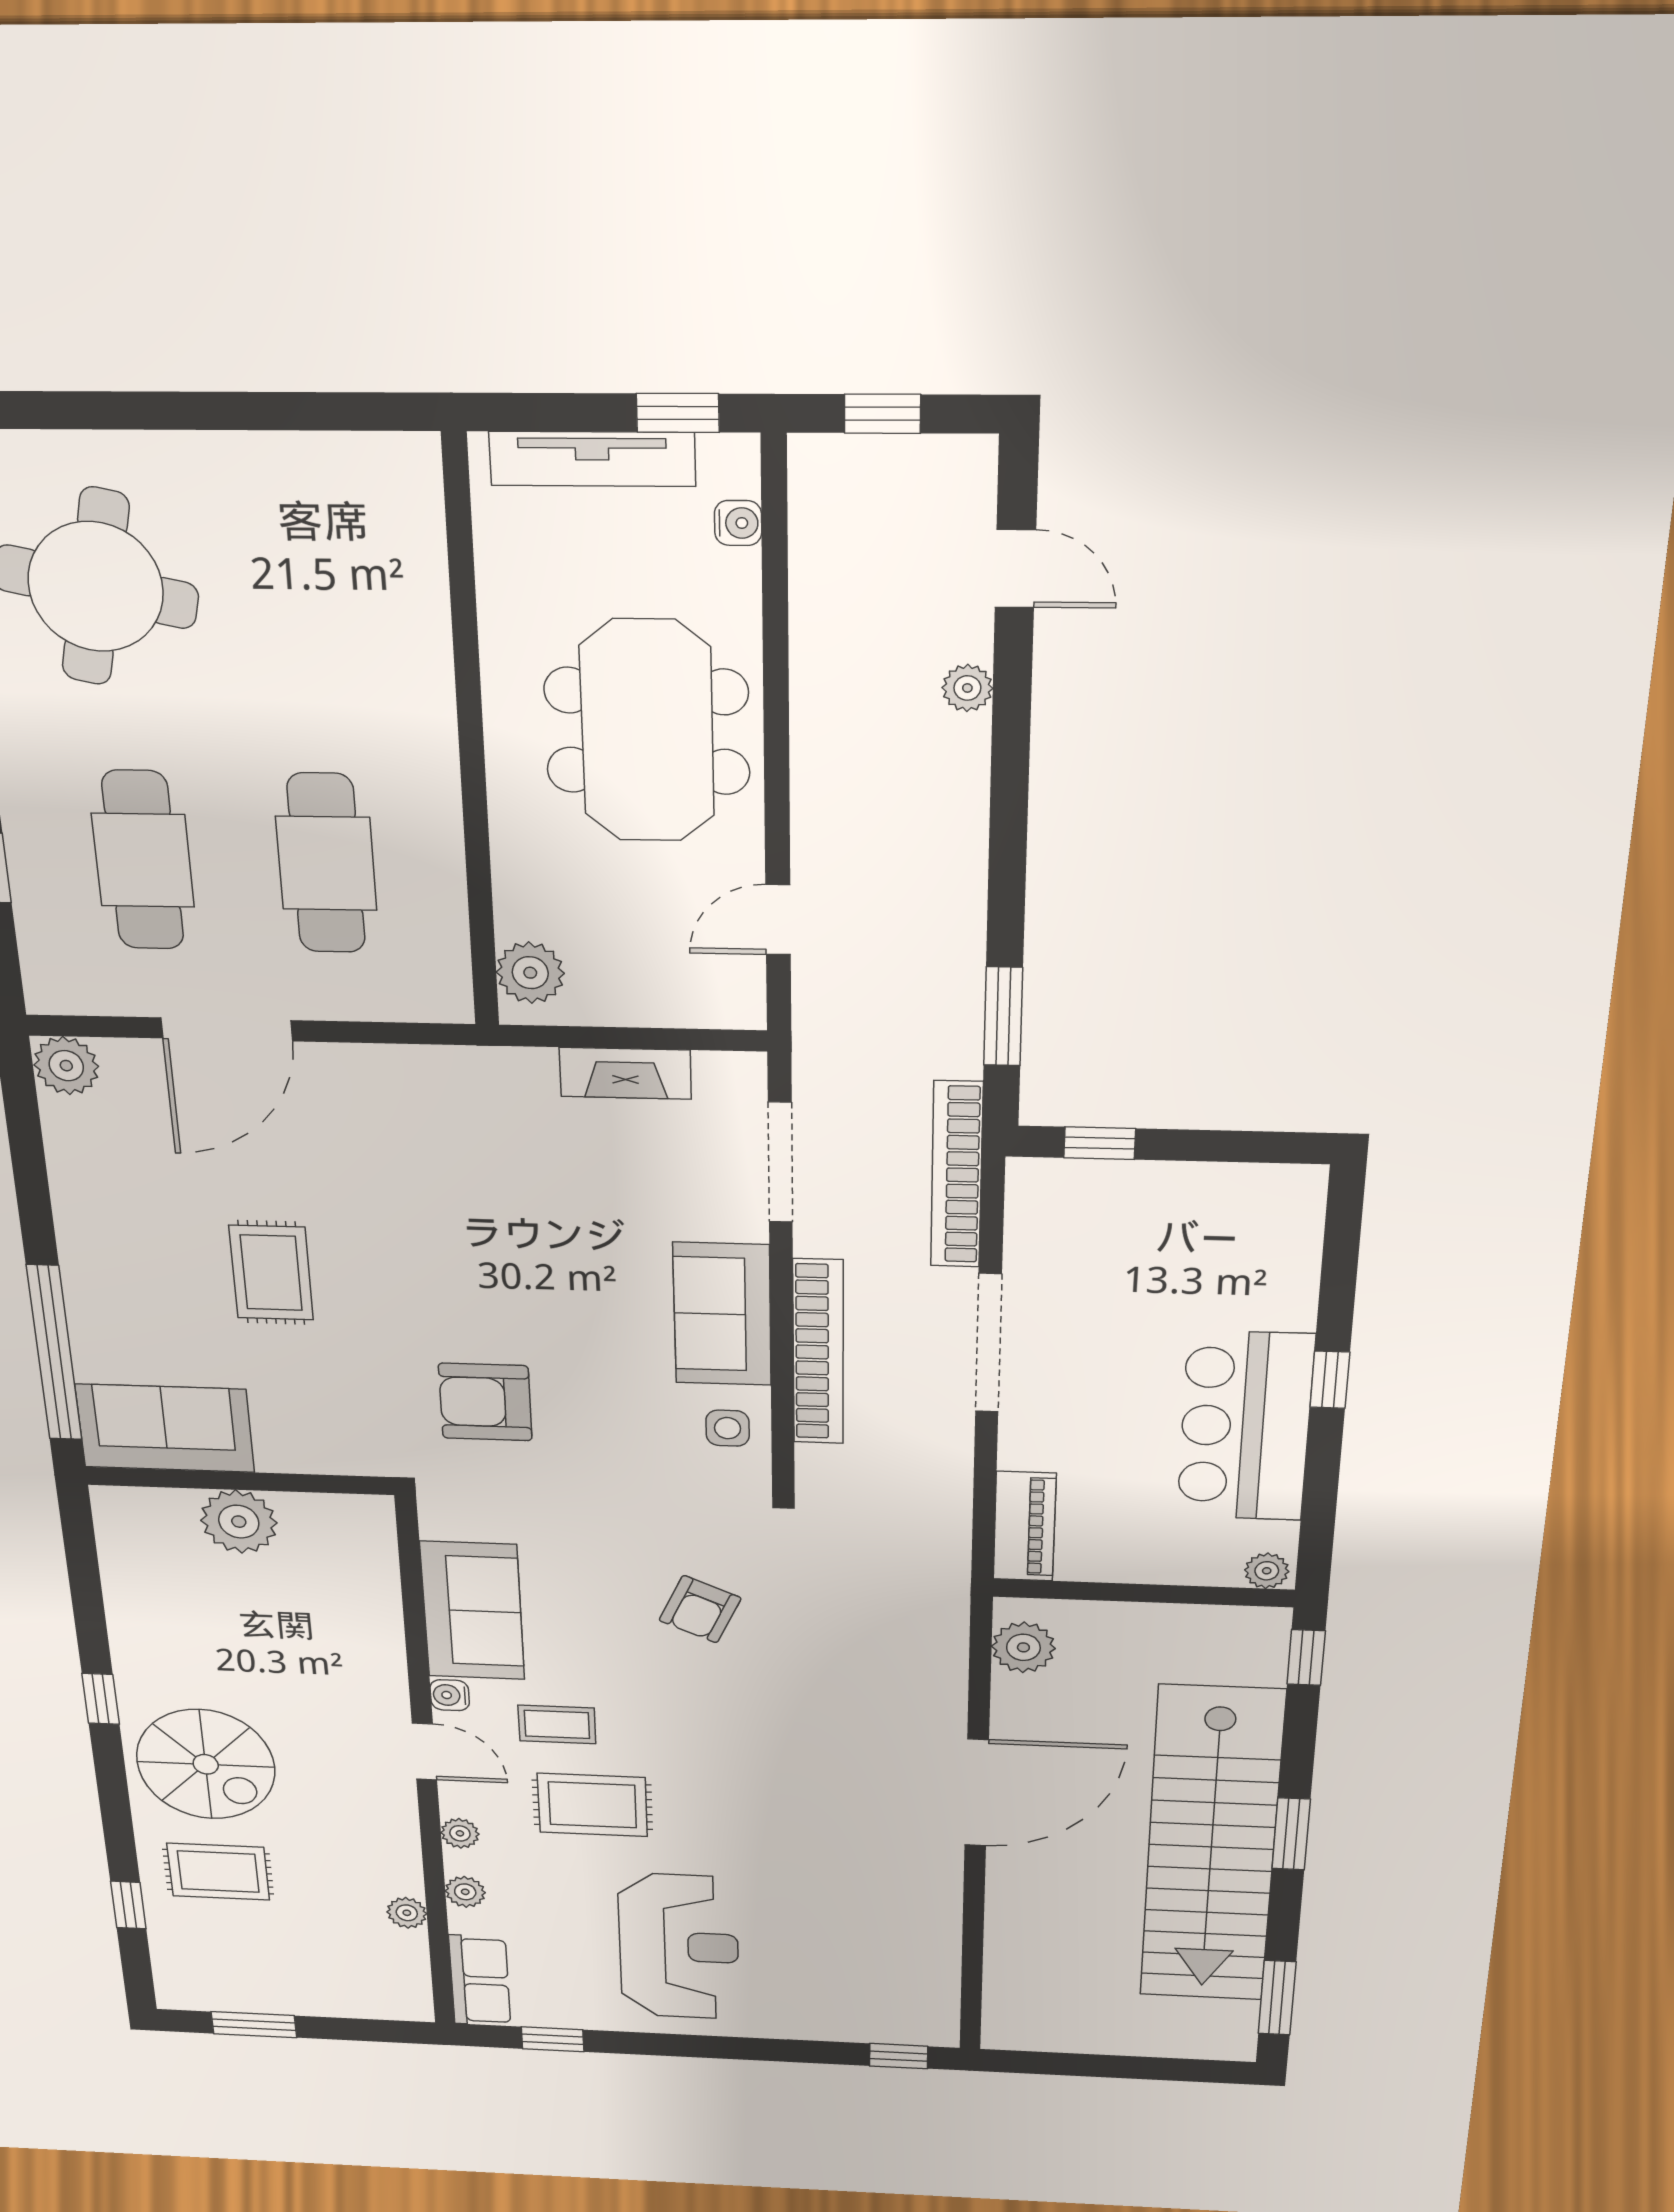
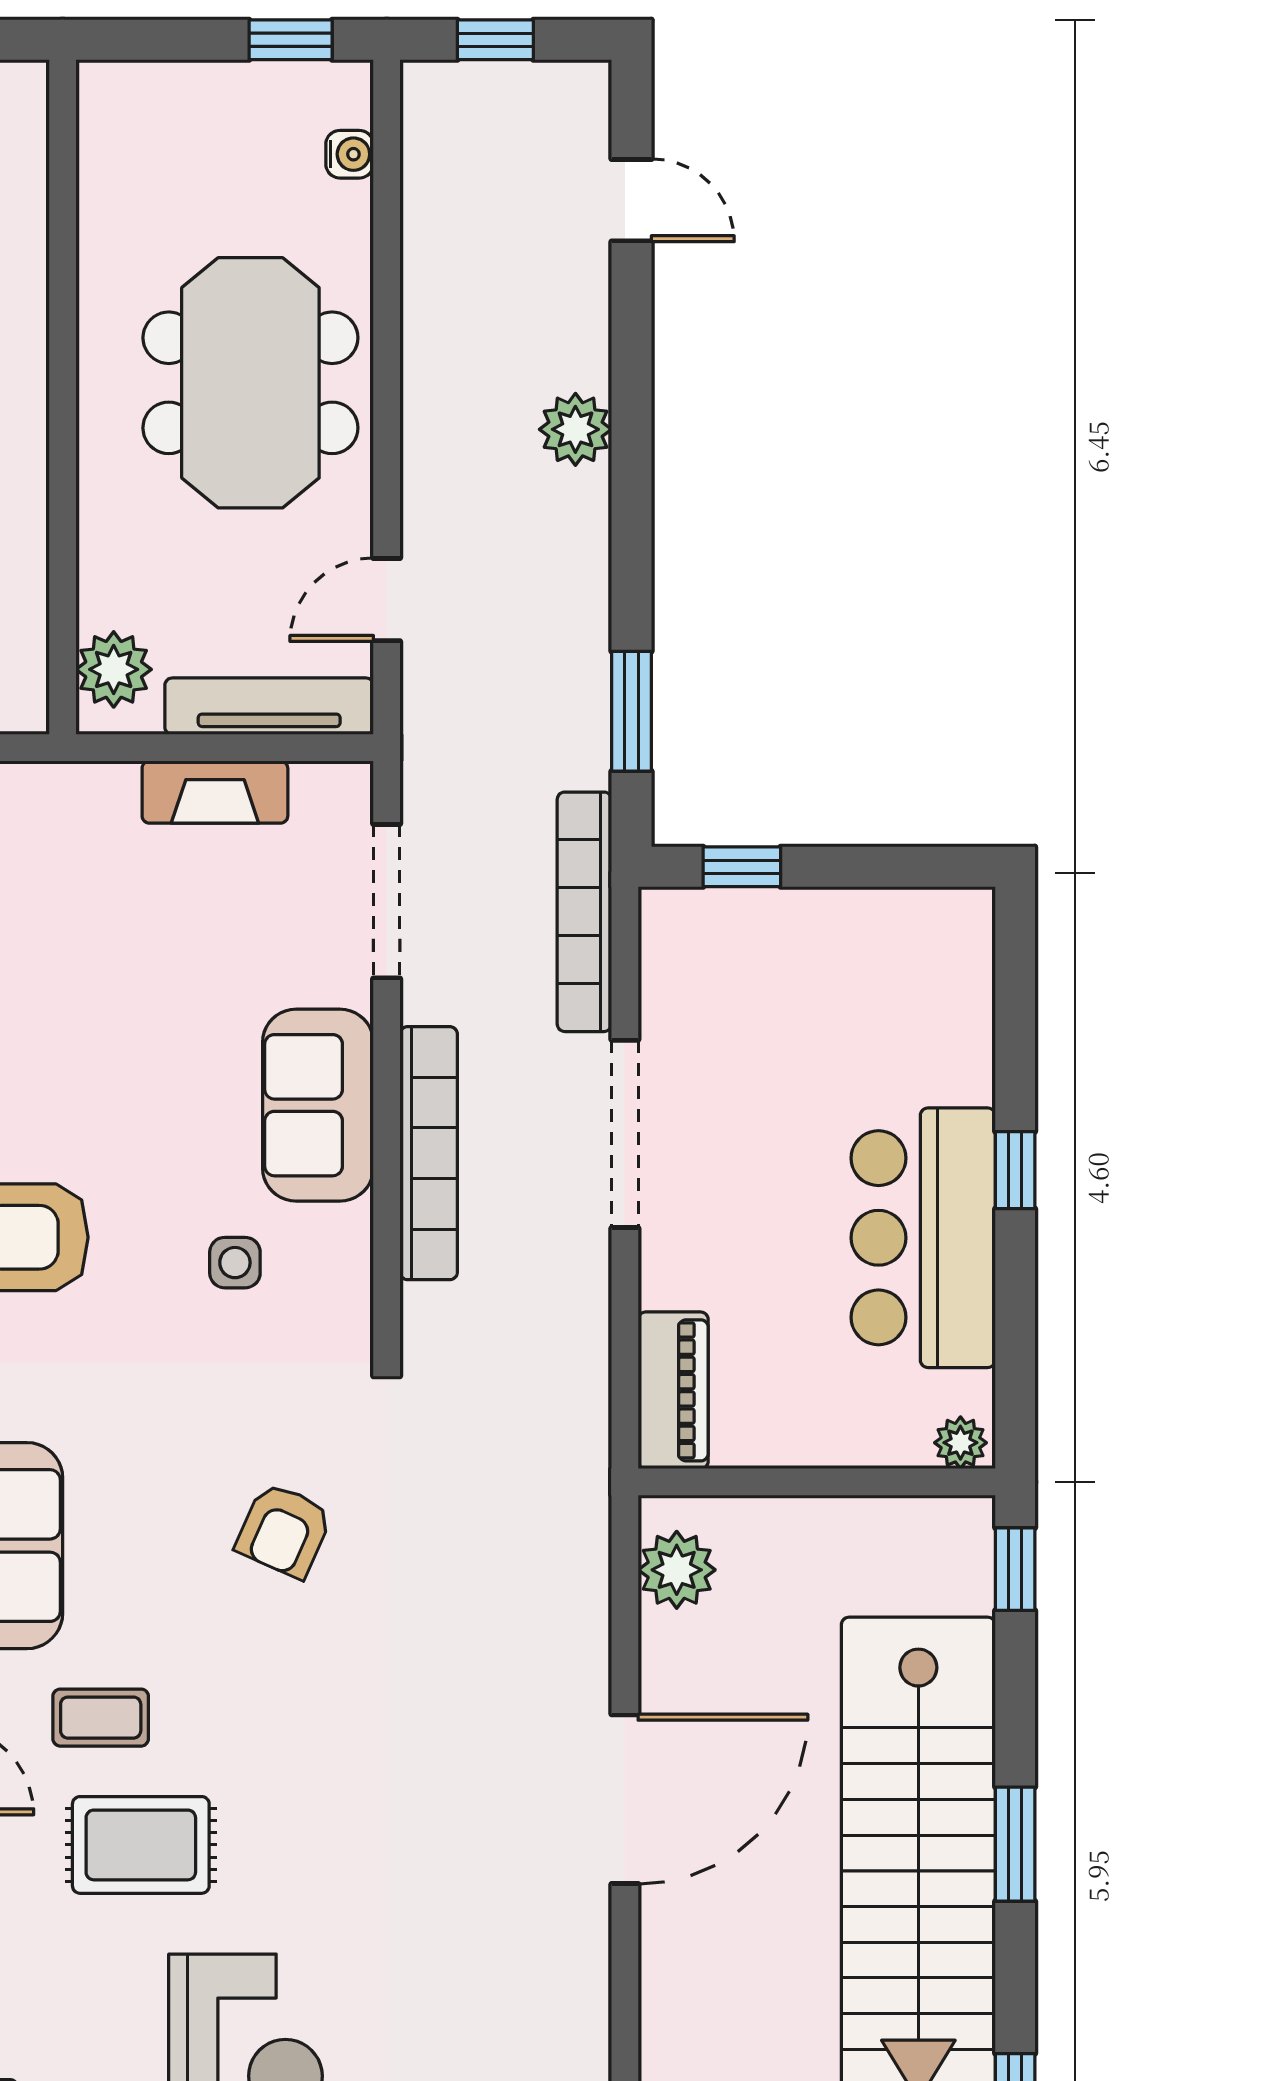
tv unit: (592, 459) -> (269, 706), moved, turned 180
plant: (967, 688) -> (575, 429), moved, width x1.38, depth x1.38
side table: (728, 1428) -> (235, 1263), moved

